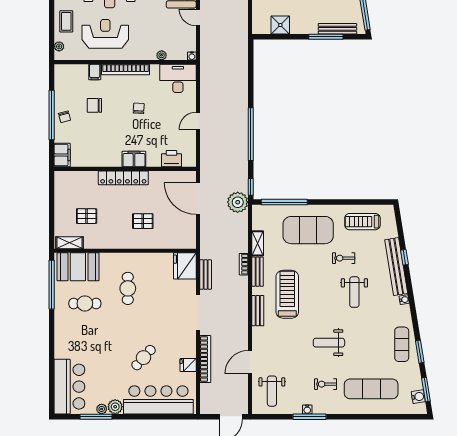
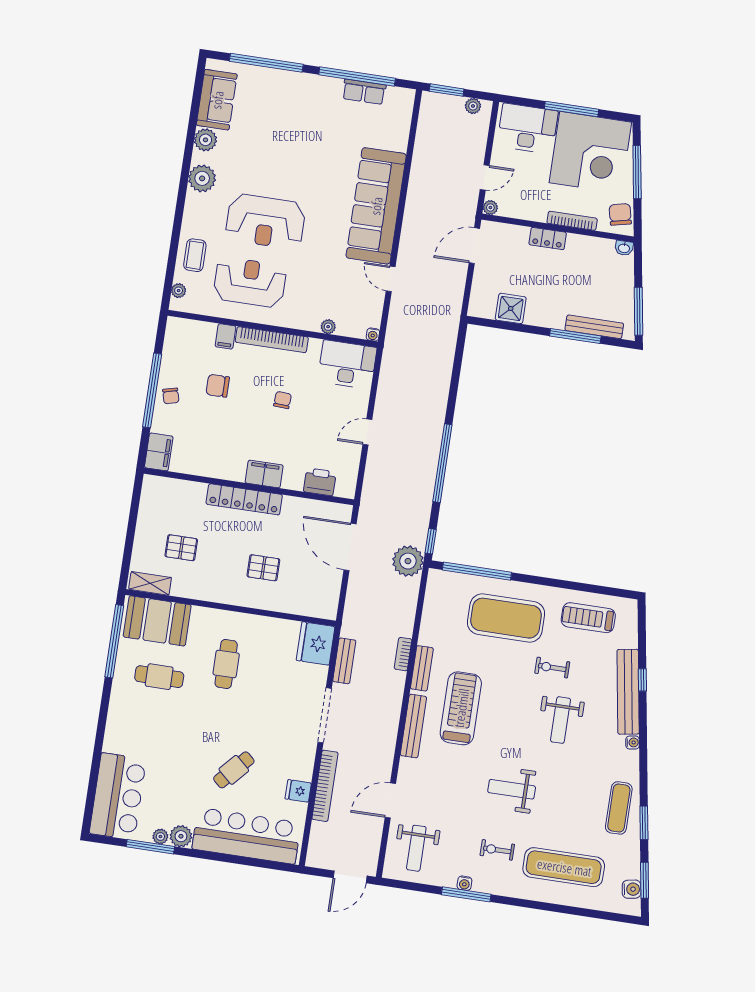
shelving: (258, 243) -> (428, 626), removed
bench: (258, 311) -> (413, 726), width x1.36

